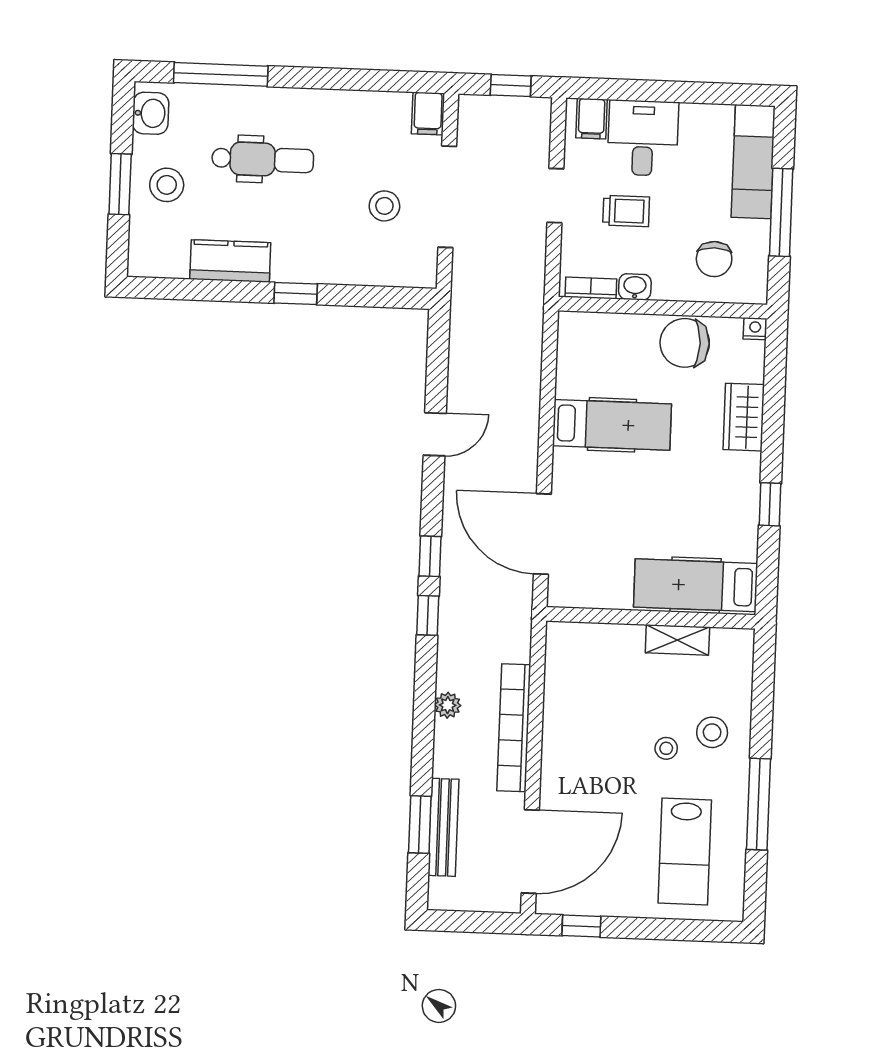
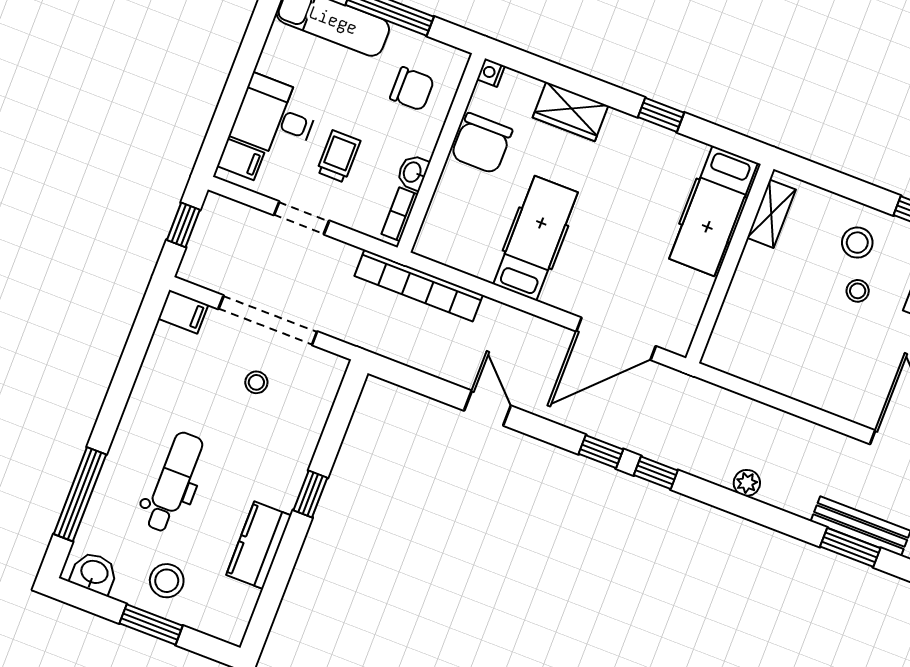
stool: (384, 206) -> (256, 382), width x0.73, depth x0.73
shelving: (677, 640) -> (771, 214), moved
bookcase: (514, 728) -> (419, 286), moved

